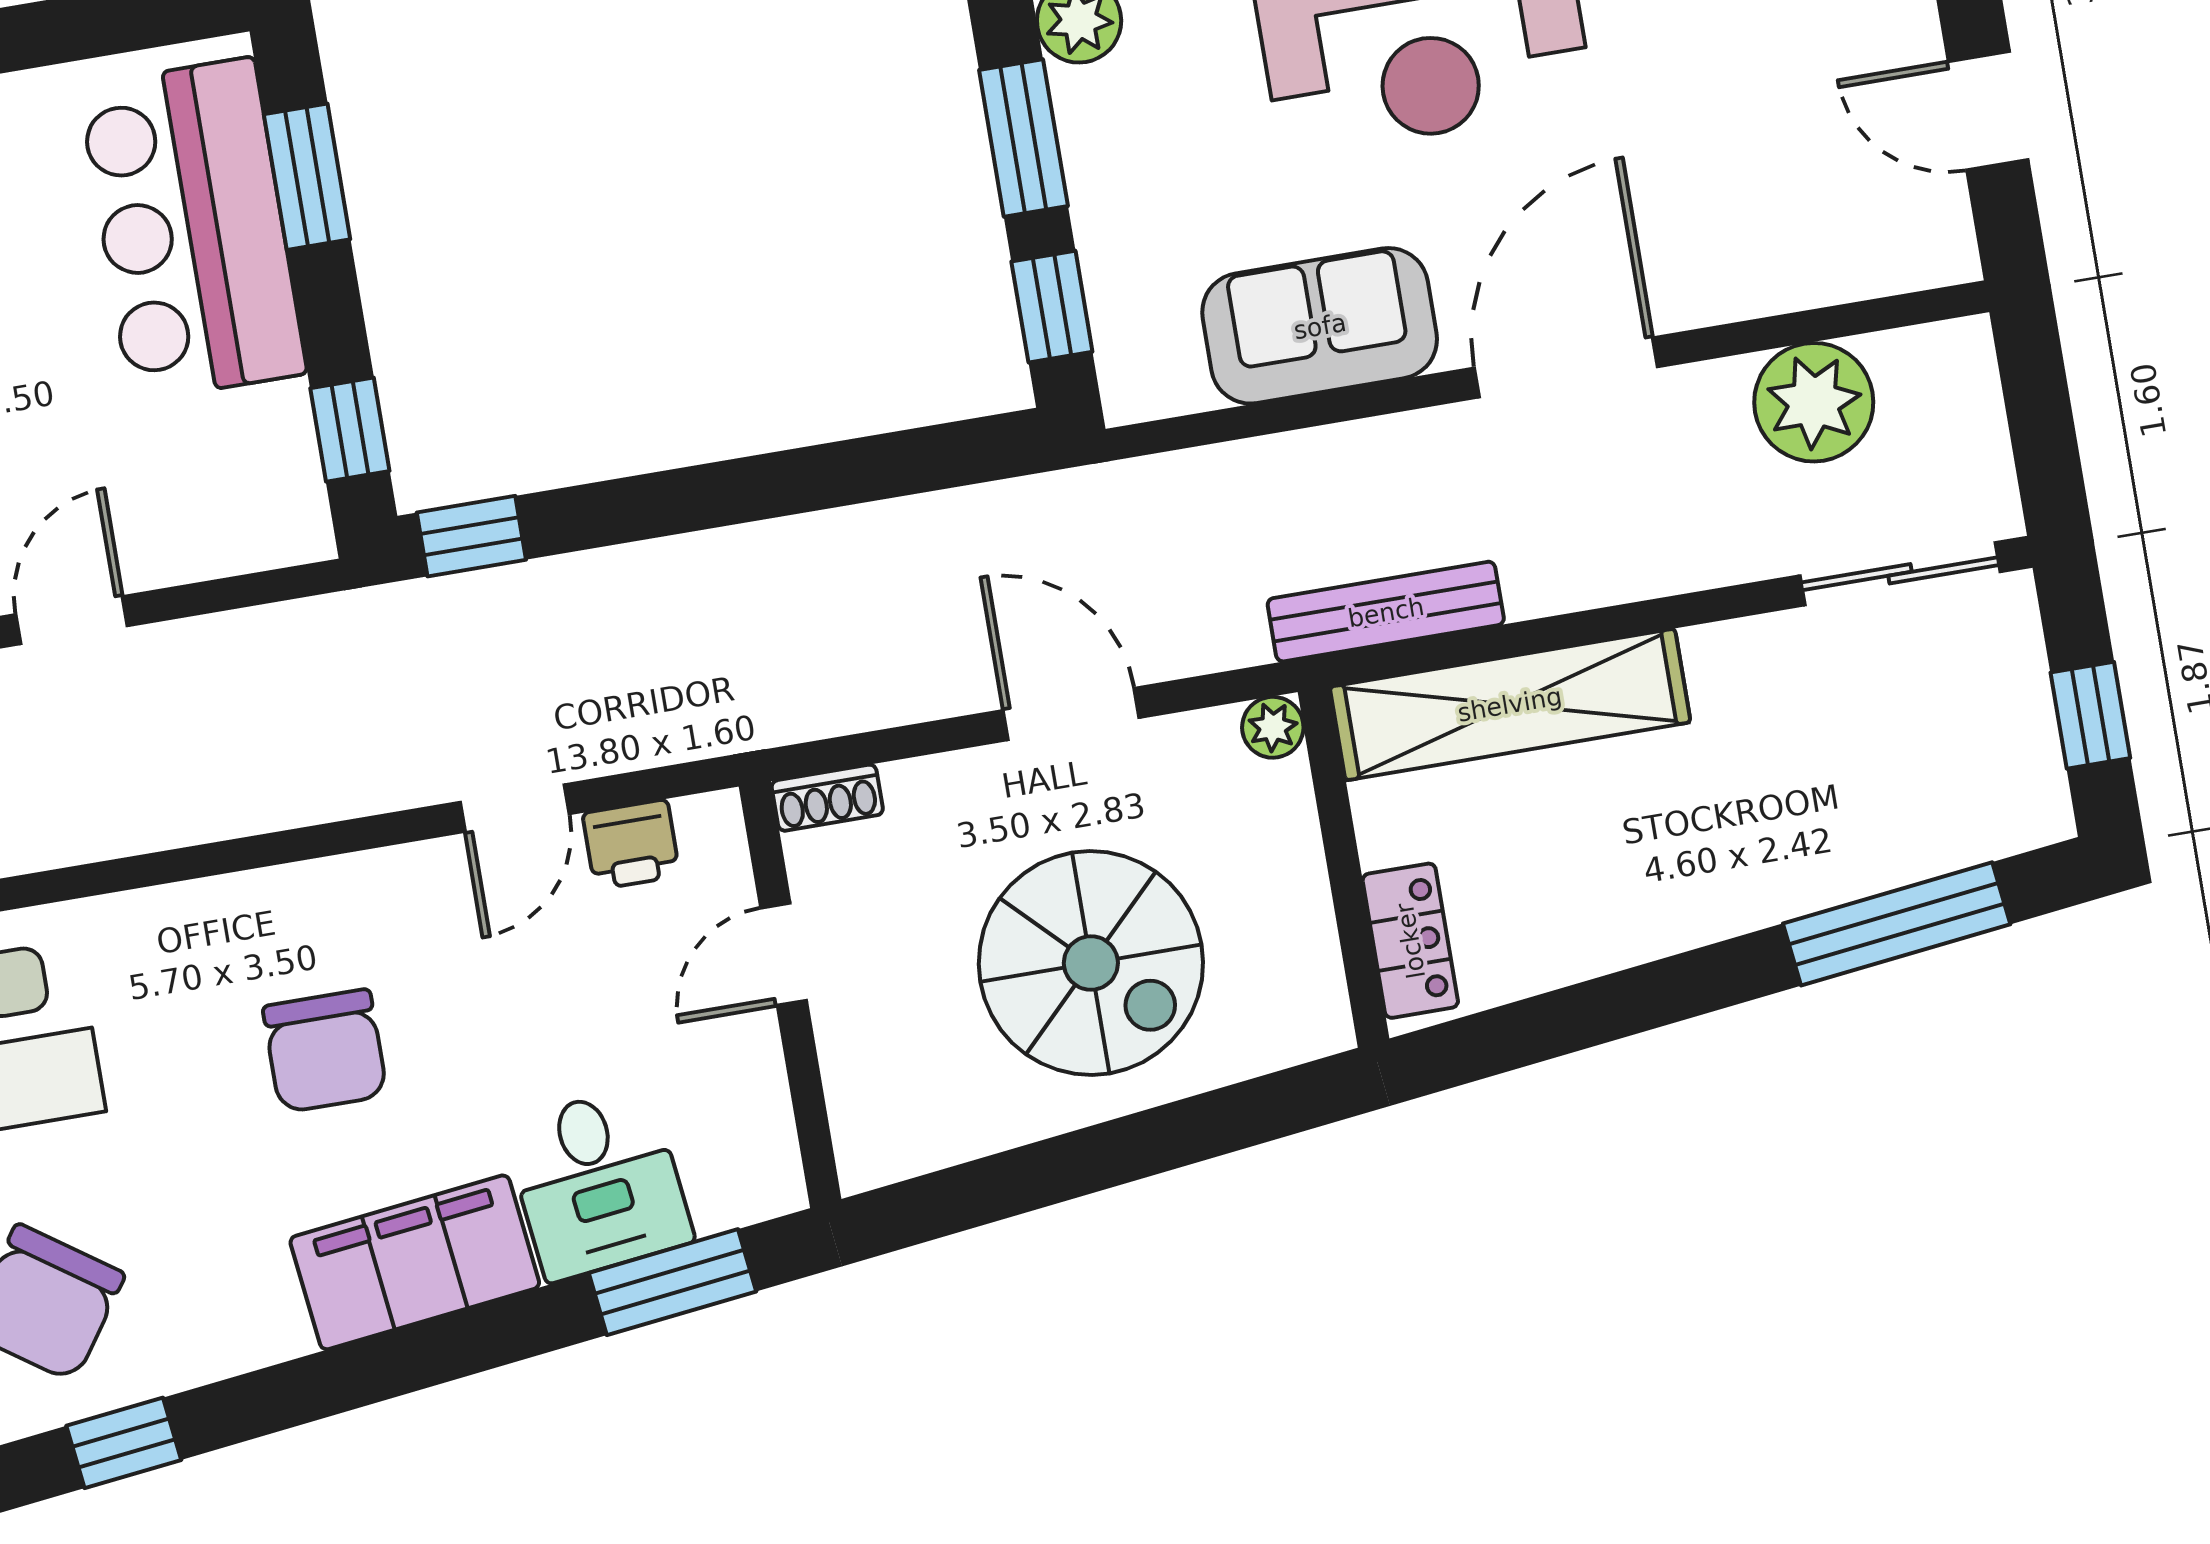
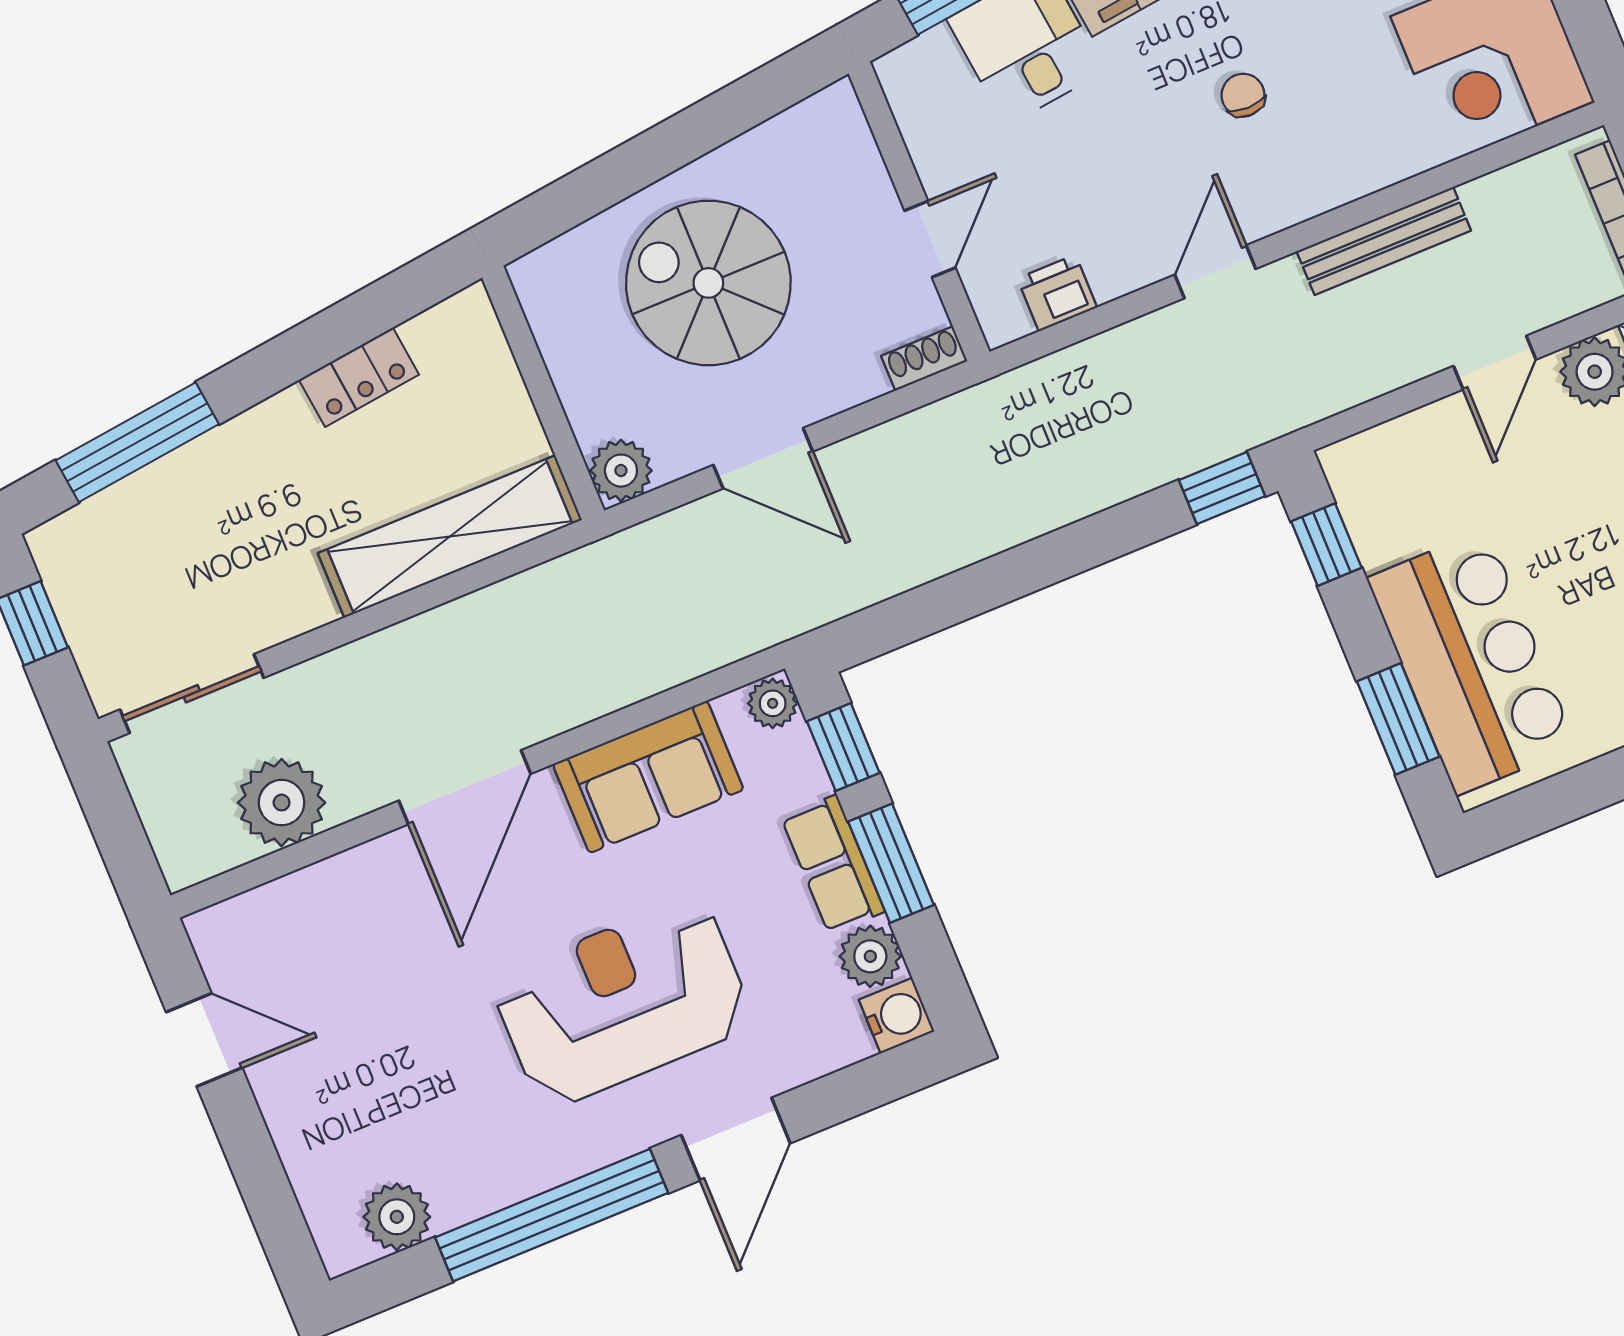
row of seats: (1101, 154) -> (833, 864), added
plant: (1132, 386) -> (773, 703), added
bench: (1386, 612) -> (1384, 241), moved
plant: (1273, 727) -> (621, 471), width x1.38, depth x1.38
door: (515, 808) -> (1215, 272), moved
locker: (1410, 941) -> (359, 377), moved, turned -97
chair: (325, 1051) -> (1243, 95), width x0.54, depth x0.54

